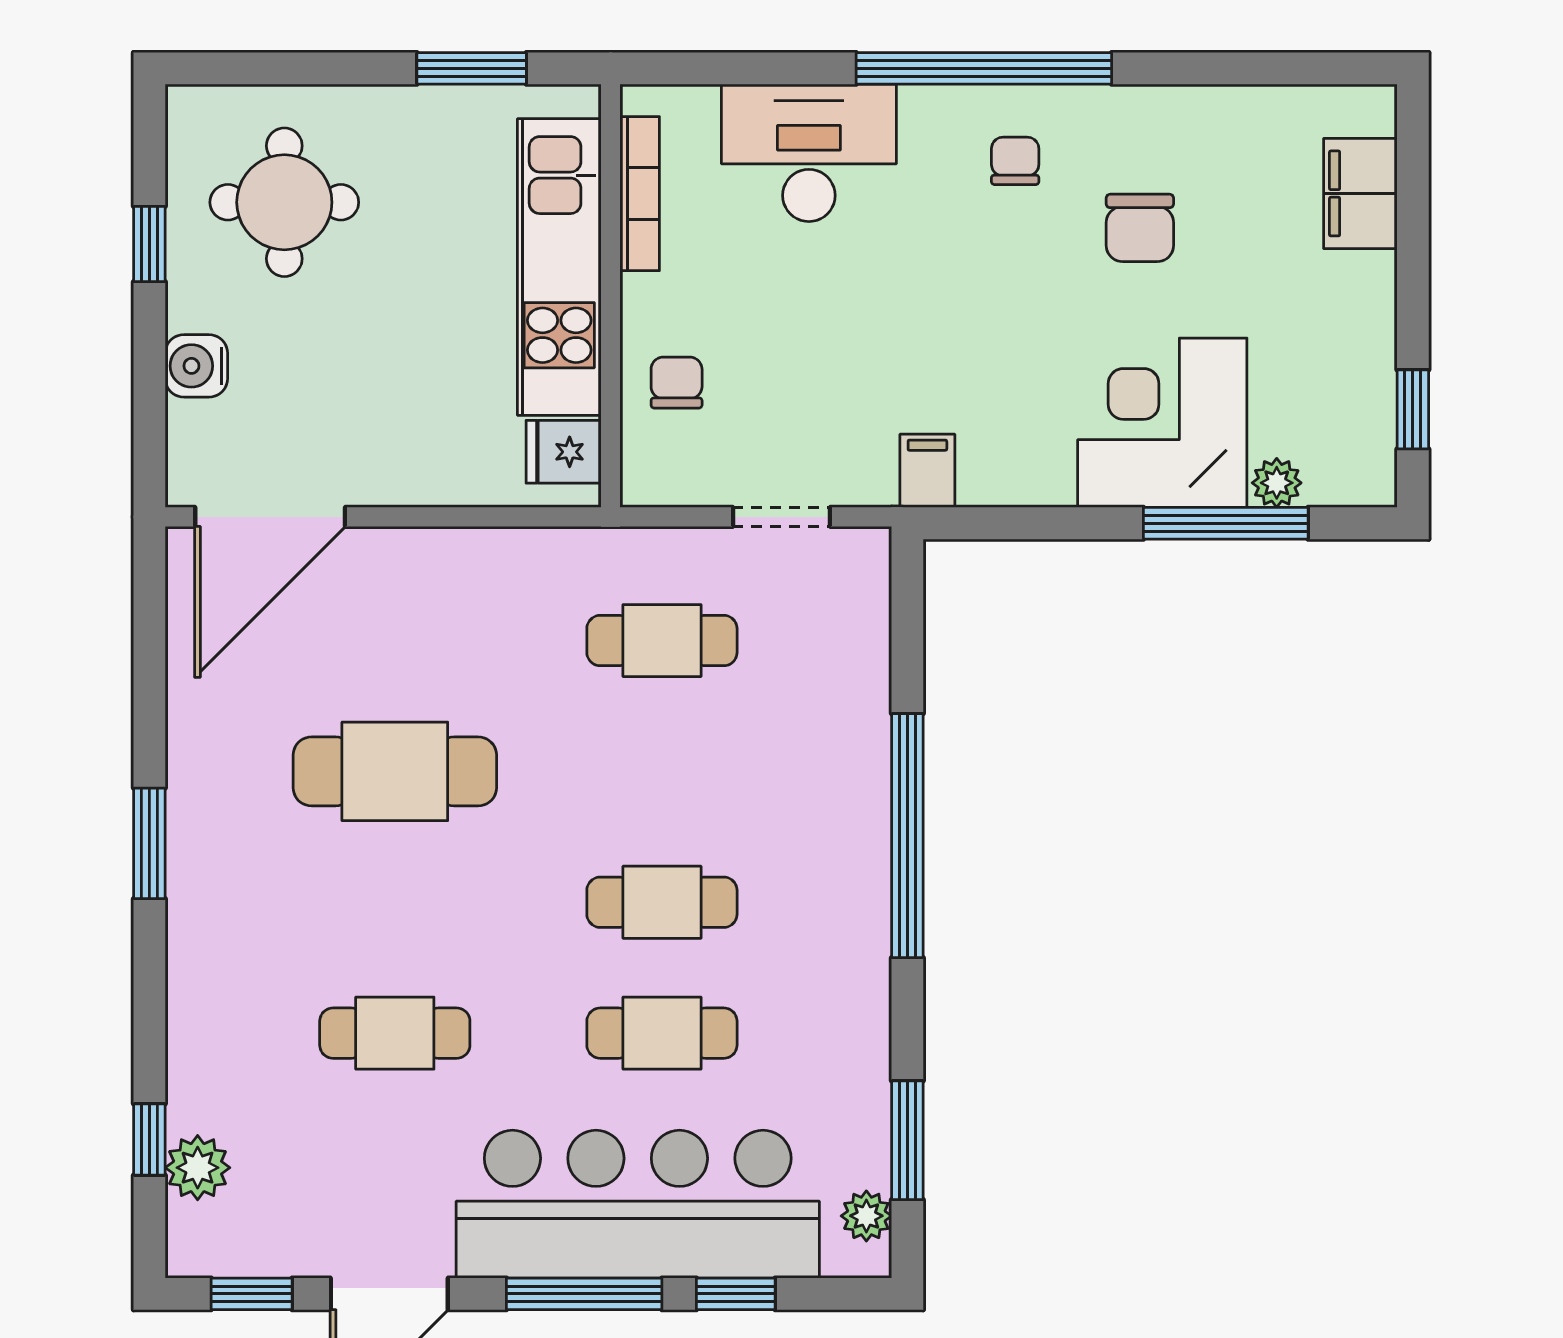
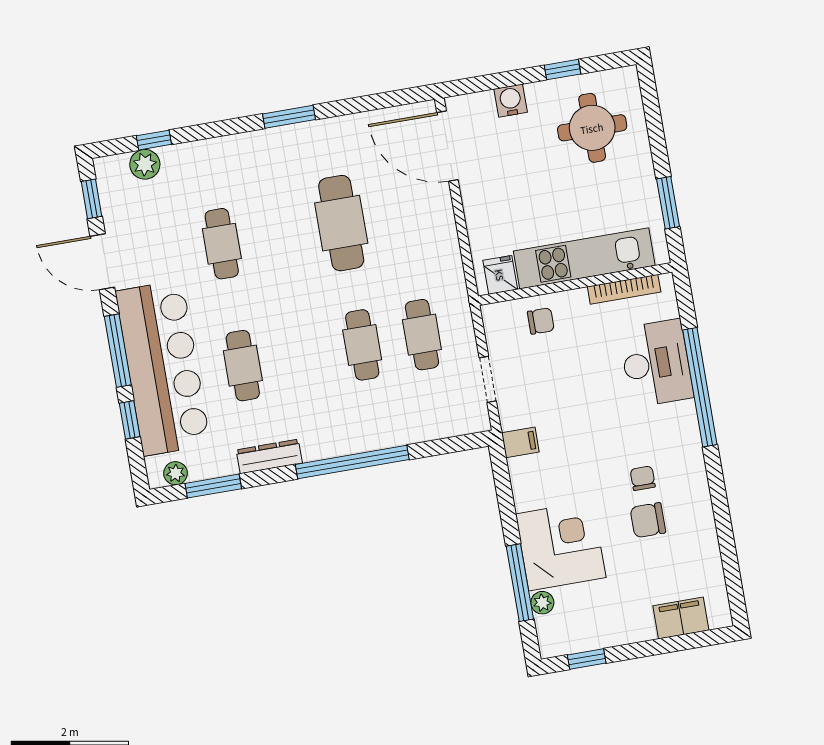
window: (984, 68) -> (700, 387), moved
chair: (1015, 161) -> (643, 478), moved, turned -90
cafe table: (662, 902) -> (362, 345), moved
dresser: (865, 1010) -> (269, 456), added

